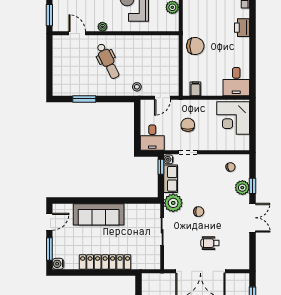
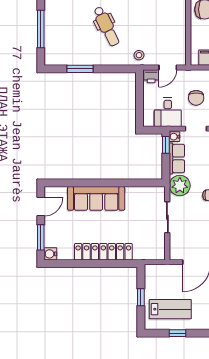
window: (49, 64) -> (41, 29), added
printer: (148, 106) -> (151, 76), added
chair: (188, 125) -> (196, 98), turned 180
desk: (152, 138) -> (168, 112), moved

